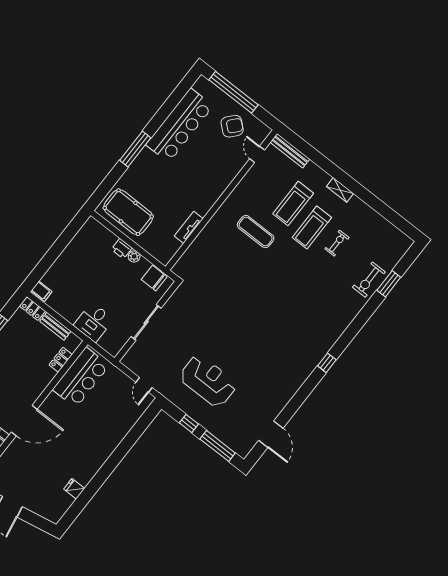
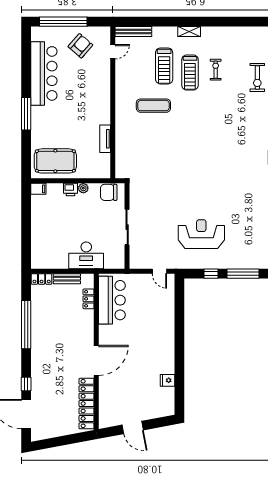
door: (257, 154) -> (113, 52), swing flipped
filing cabinet: (42, 291) -> (38, 189), moved
desk: (94, 322) -> (86, 255), width x1.37

